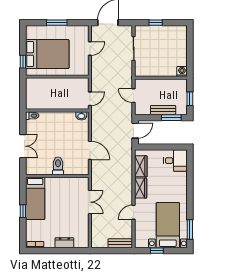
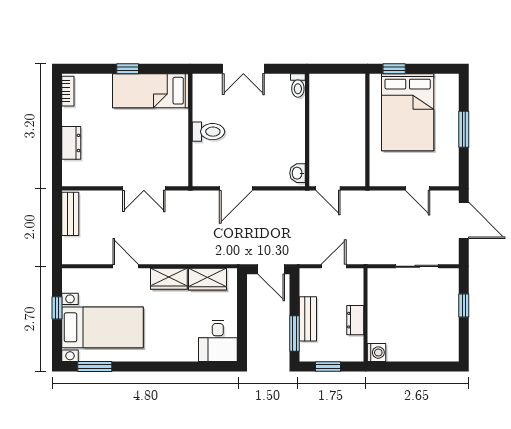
dresser: (164, 83) -> (355, 320), added
bench: (120, 243) -> (70, 214), moved

